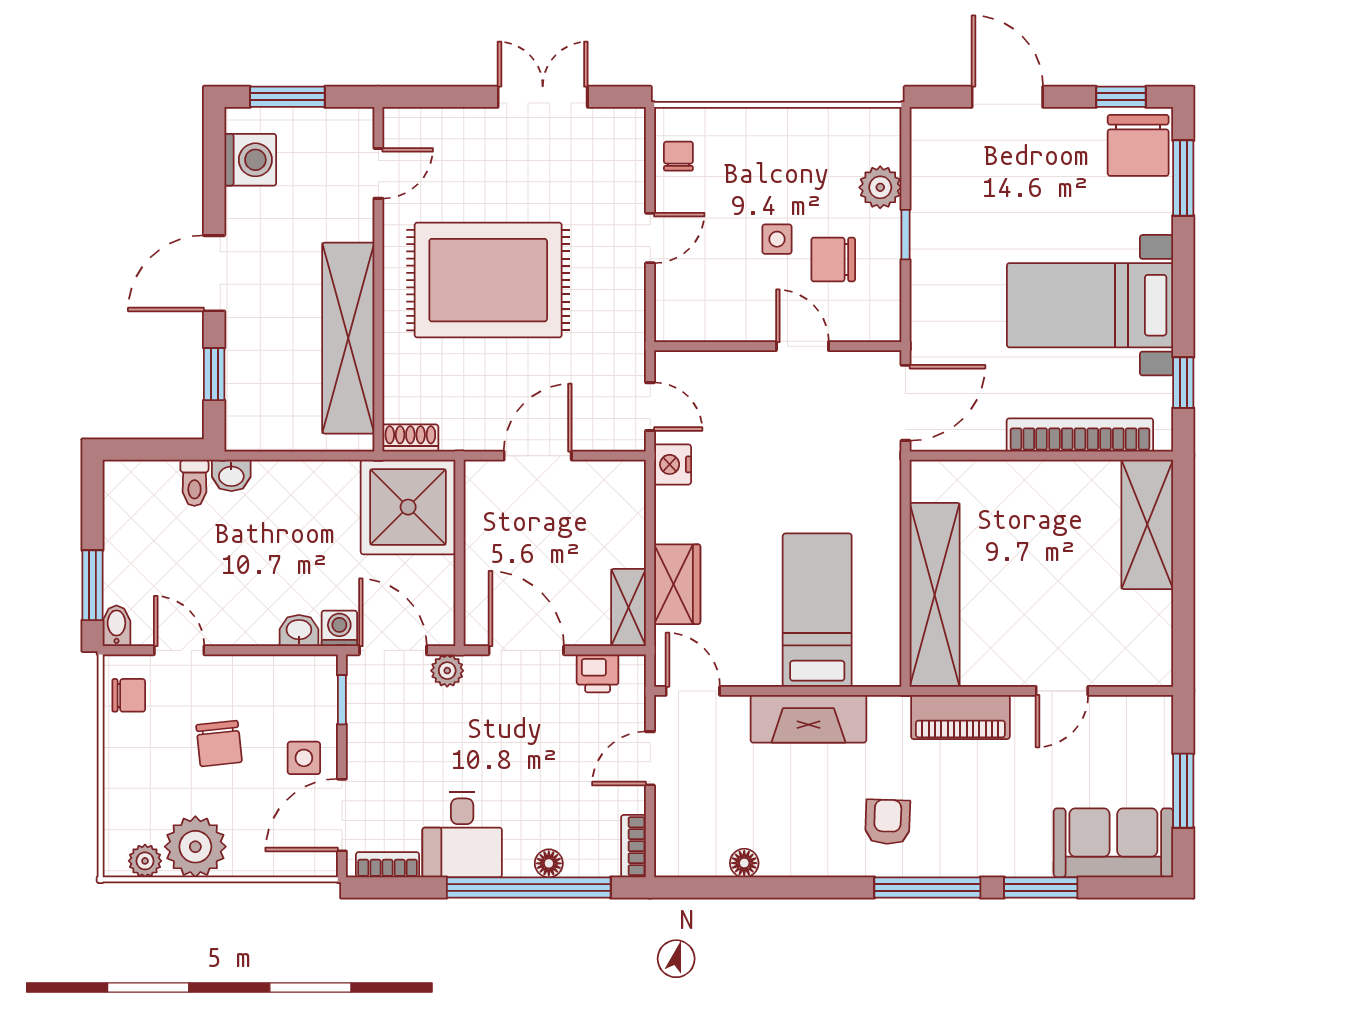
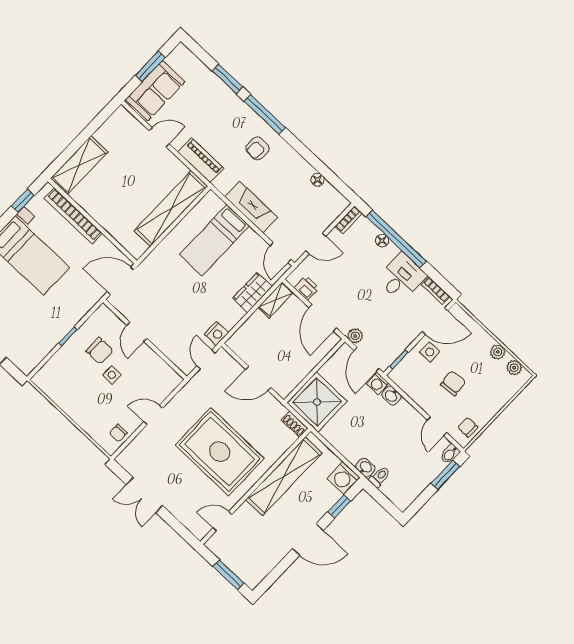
washing machine: (250, 160) -> (344, 478), moved, turned -90
plant: (880, 187) -> (62, 360), removed
sofa: (1113, 843) -> (155, 91), moved, turned -90
plant: (195, 847) -> (498, 352), width x0.53, depth x0.53

